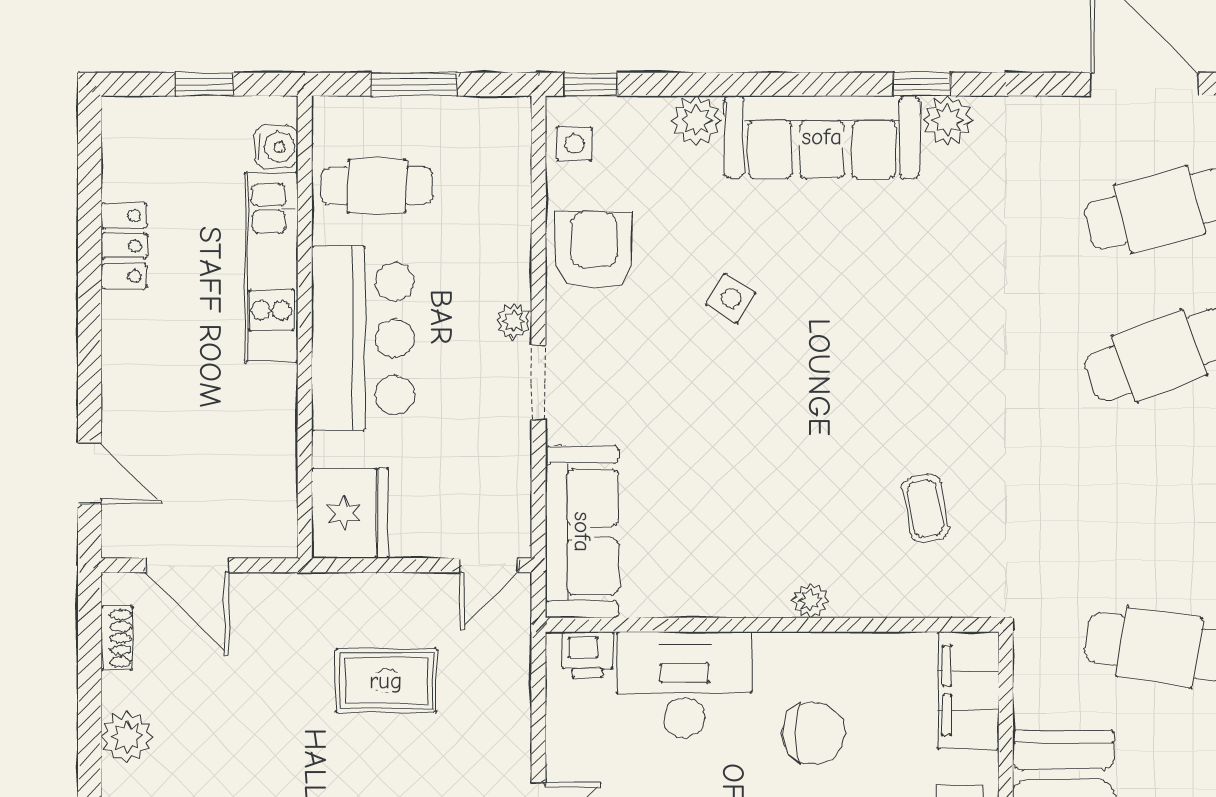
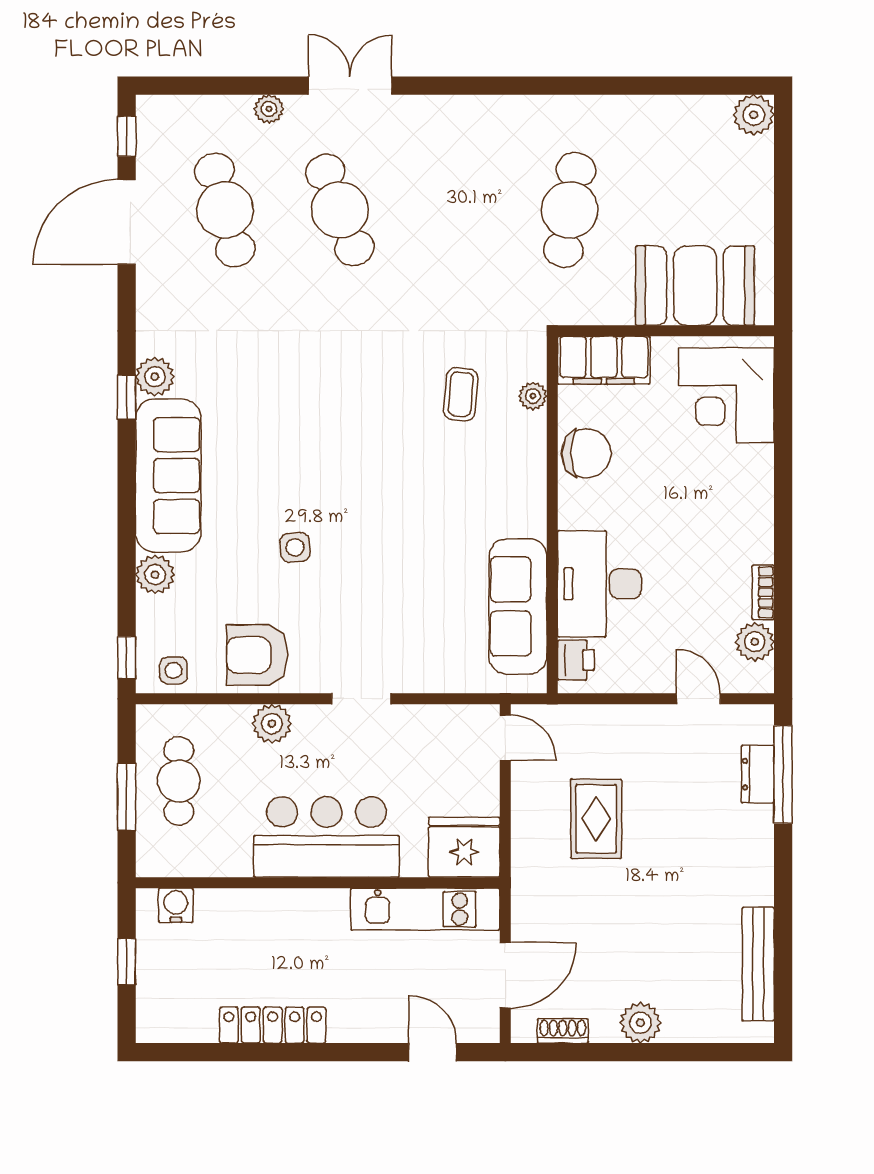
cafe table: (377, 186) -> (179, 781), moved
locker: (124, 246) -> (273, 1025), width x1.53
kitchen unit: (271, 267) -> (425, 909), moved
side table: (731, 298) -> (295, 547), turned -37
plant: (514, 321) -> (272, 724), moved, width x1.38, depth x1.38
door: (90, 473) -> (433, 1052), hinge flipped
coffee table: (925, 509) -> (461, 394), turned -75
sofa: (582, 532) -> (518, 606), moved, turned -90
plant: (810, 600) -> (533, 396), moved
chair: (814, 733) -> (586, 453), moved, turned 90

